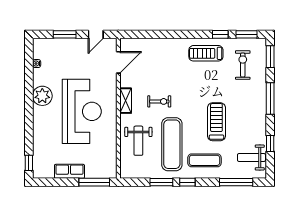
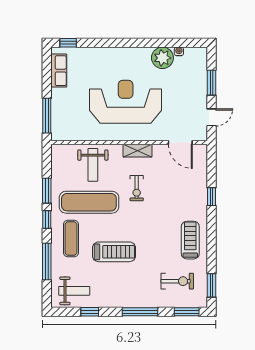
door: (96, 34) -> (211, 117), swing flipped
window: (220, 34) -> (211, 197), moved
plant: (42, 96) -> (162, 58), moved
reception desk: (82, 111) -> (126, 102), turned 180
weight bench: (138, 141) -> (93, 165), turned -90
weight bench: (251, 158) -> (74, 291), turned 90
row of seats: (69, 171) -> (59, 71), moved
window: (236, 182) -> (47, 262), moved

